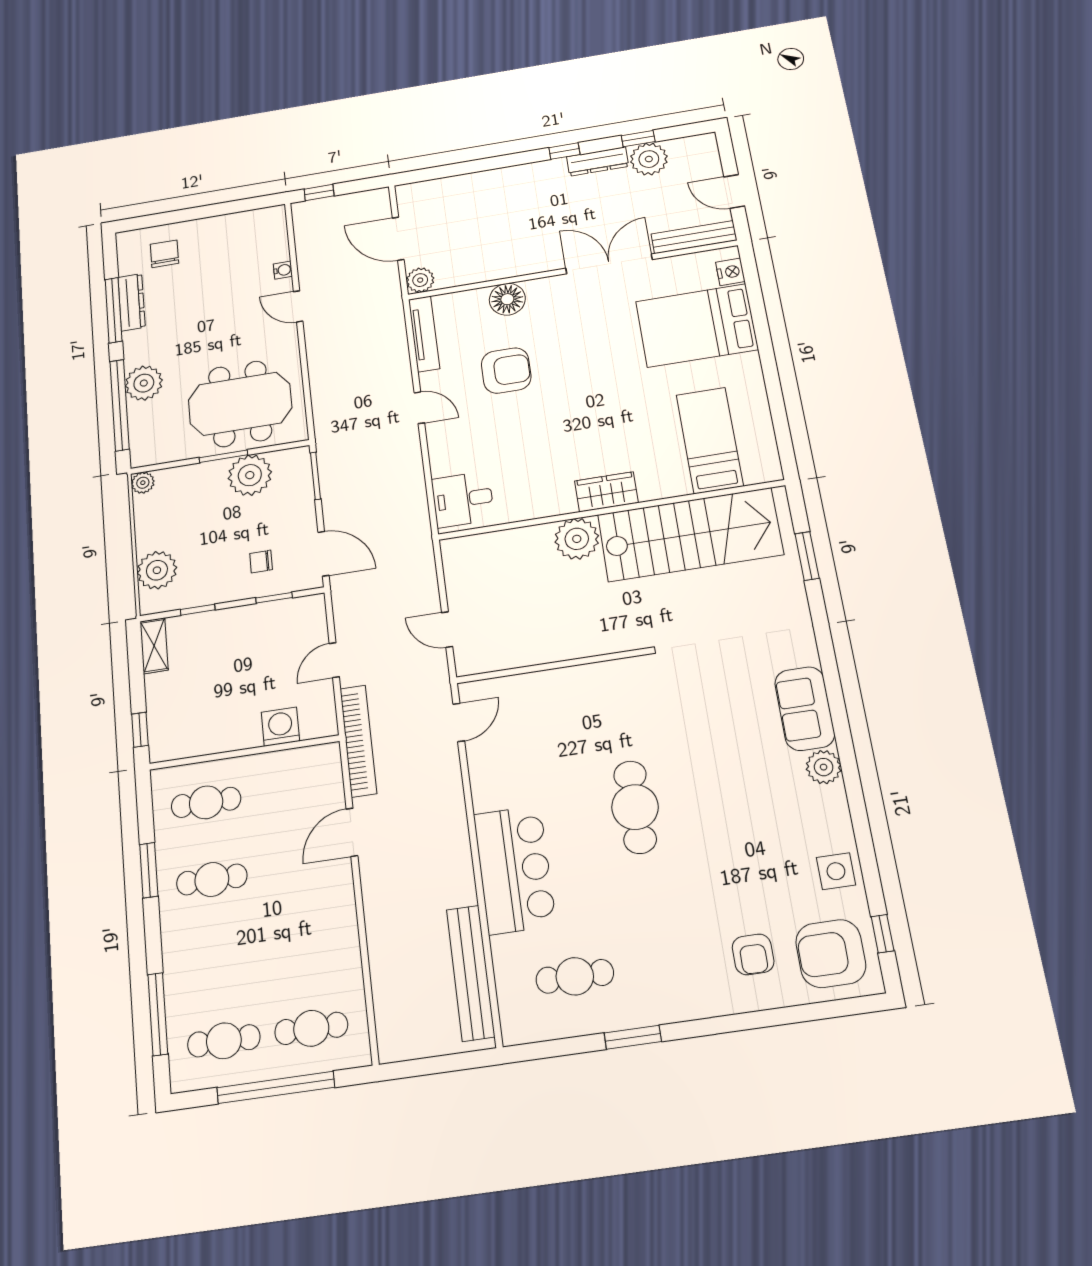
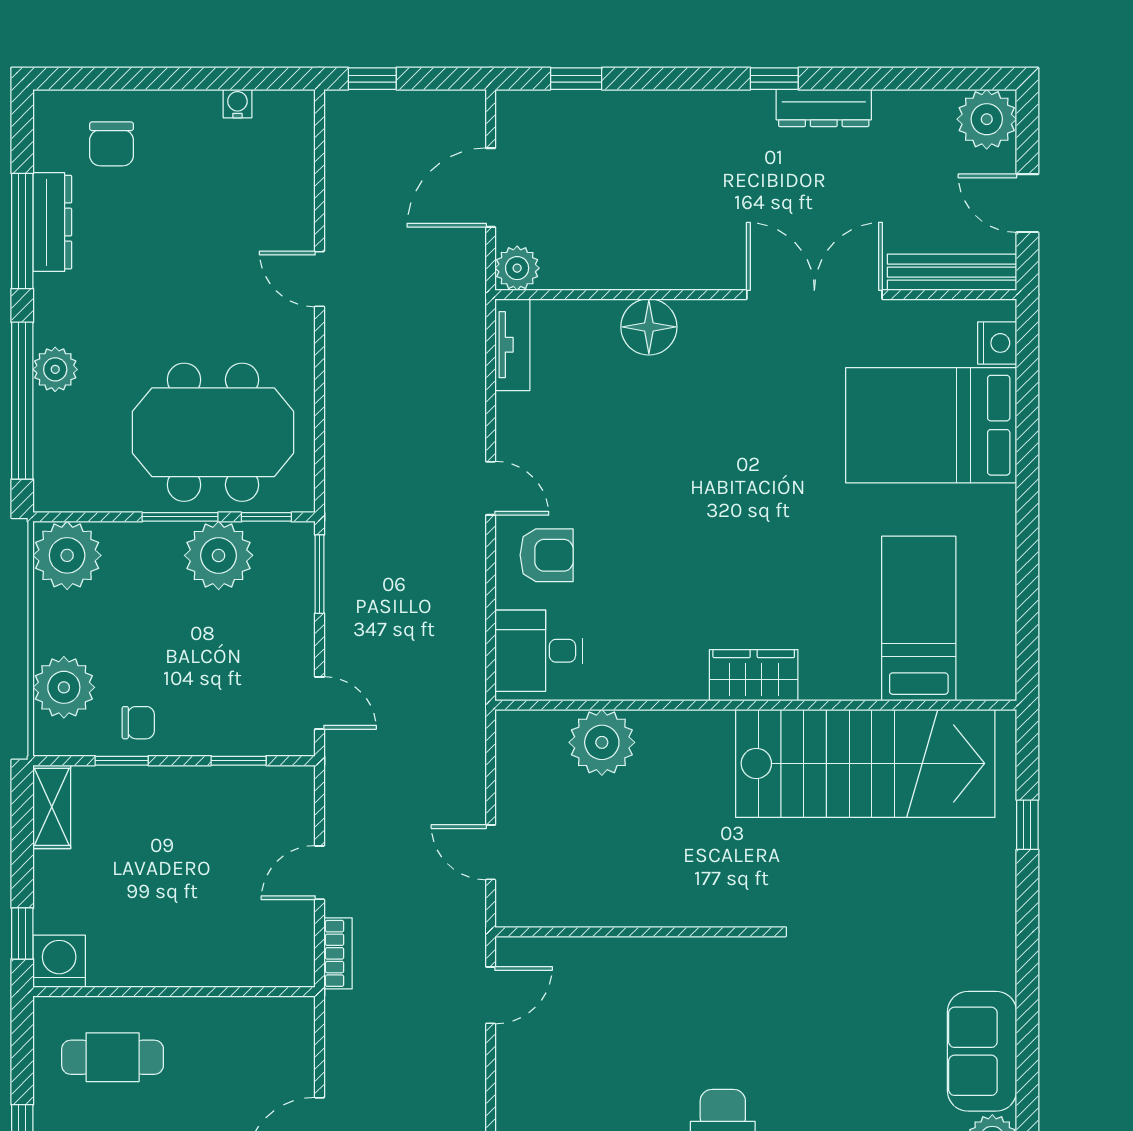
window: (638, 139) -> (576, 79), moved
plant: (649, 159) -> (987, 119), moved
door: (398, 239) -> (491, 188), hinge flipped
chair: (164, 254) -> (112, 144), turned 180
water cooler: (283, 270) -> (237, 104), moved, turned -90
tv unit: (424, 334) -> (512, 345), width x0.71
armchair: (506, 371) -> (547, 555), moved, width x0.72, depth x0.72
plant: (144, 383) -> (55, 369), width x0.73, depth x0.73
window: (278, 448) -> (266, 517), added
plant: (143, 483) -> (67, 555), width x1.87, depth x1.87
plant: (577, 539) -> (602, 742), moved
door: (323, 554) -> (320, 703), width x0.73
window: (807, 556) -> (1027, 825), width x0.67
chair: (261, 561) -> (138, 723), moved, turned 180
washing machine: (280, 727) -> (59, 961), moved
bookcase: (358, 741) -> (338, 953), width x0.43, depth x0.76

